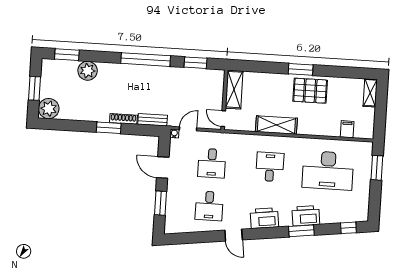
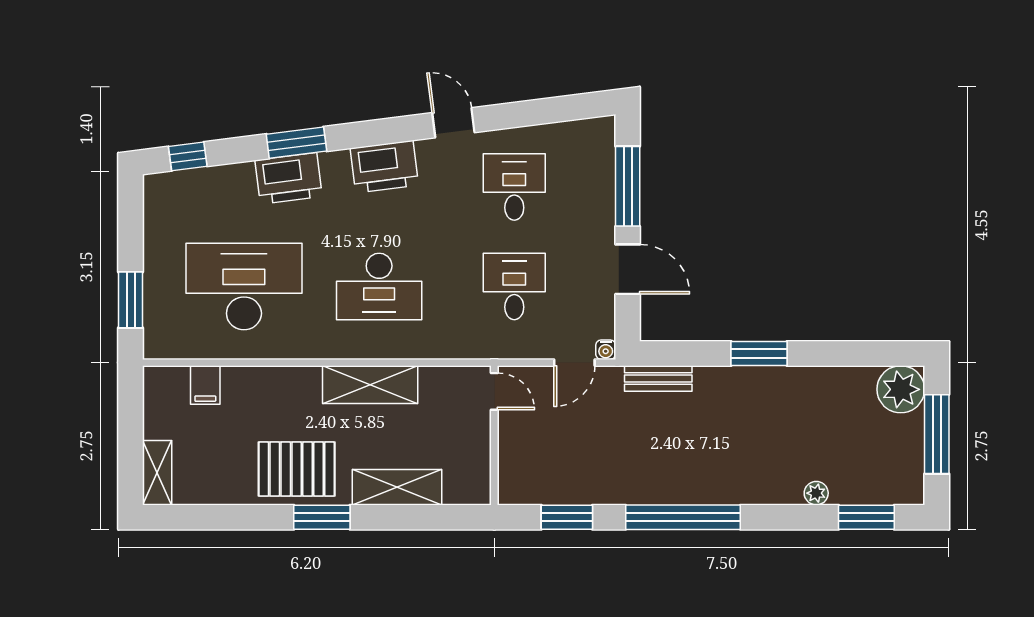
plant: (88, 71) -> (816, 493), width x0.53, depth x0.53
window: (34, 88) -> (937, 434), width x1.44
shelving: (234, 90) -> (397, 487), moved, turned 90
shoe rack: (123, 119) -> (726, 376), removed
desk: (270, 167) -> (379, 286), width x1.37
window: (160, 203) -> (628, 186), width x1.44

